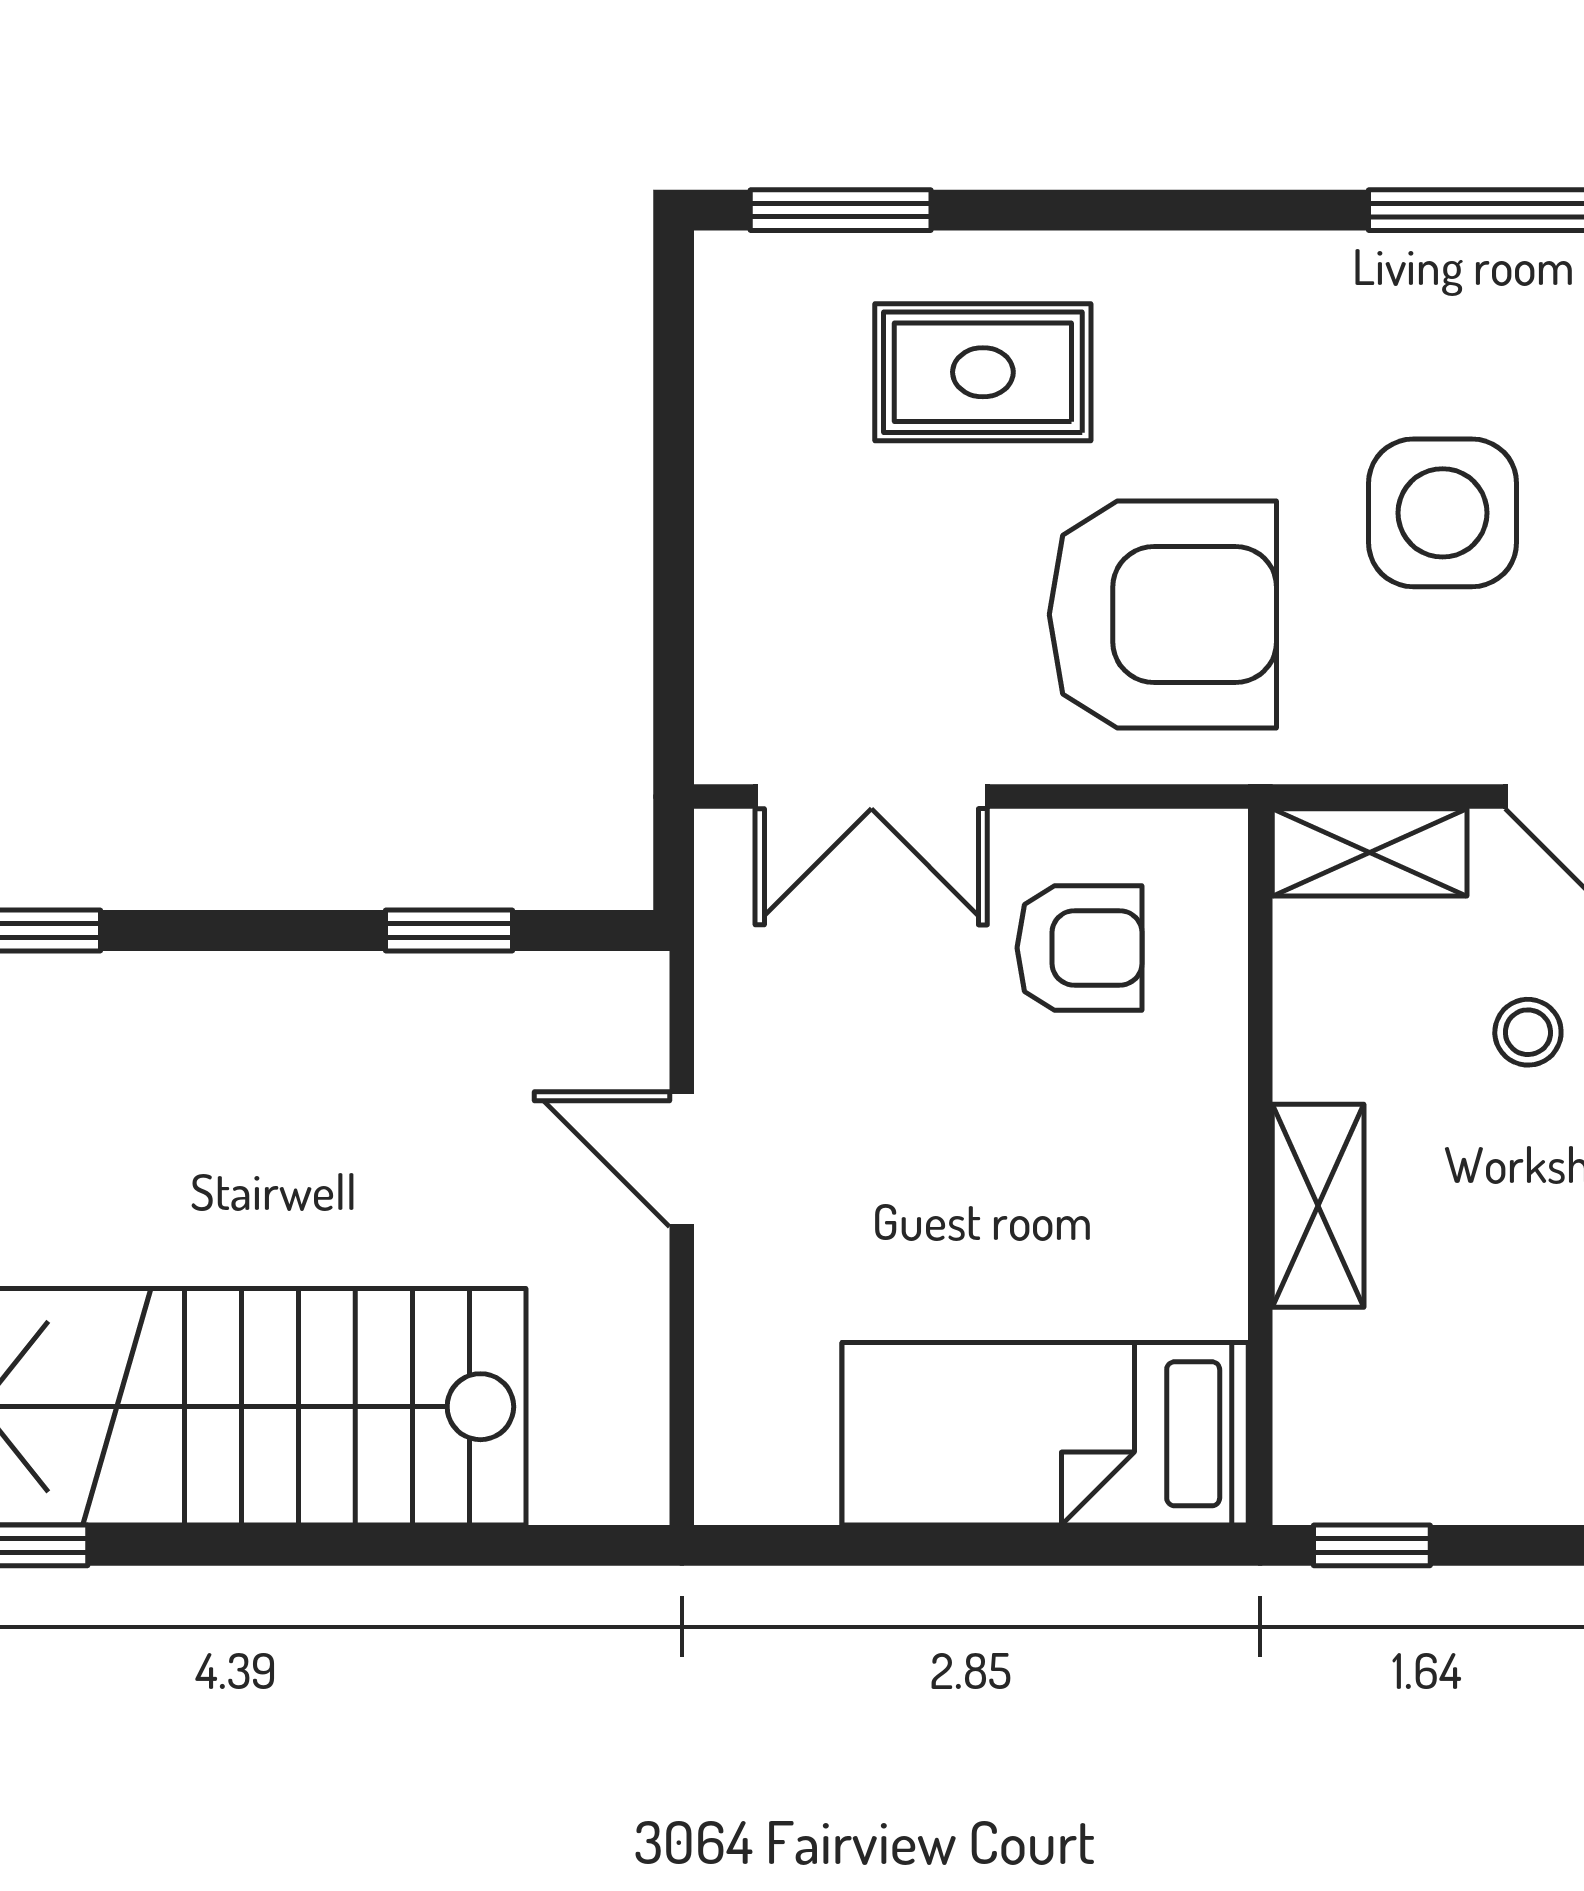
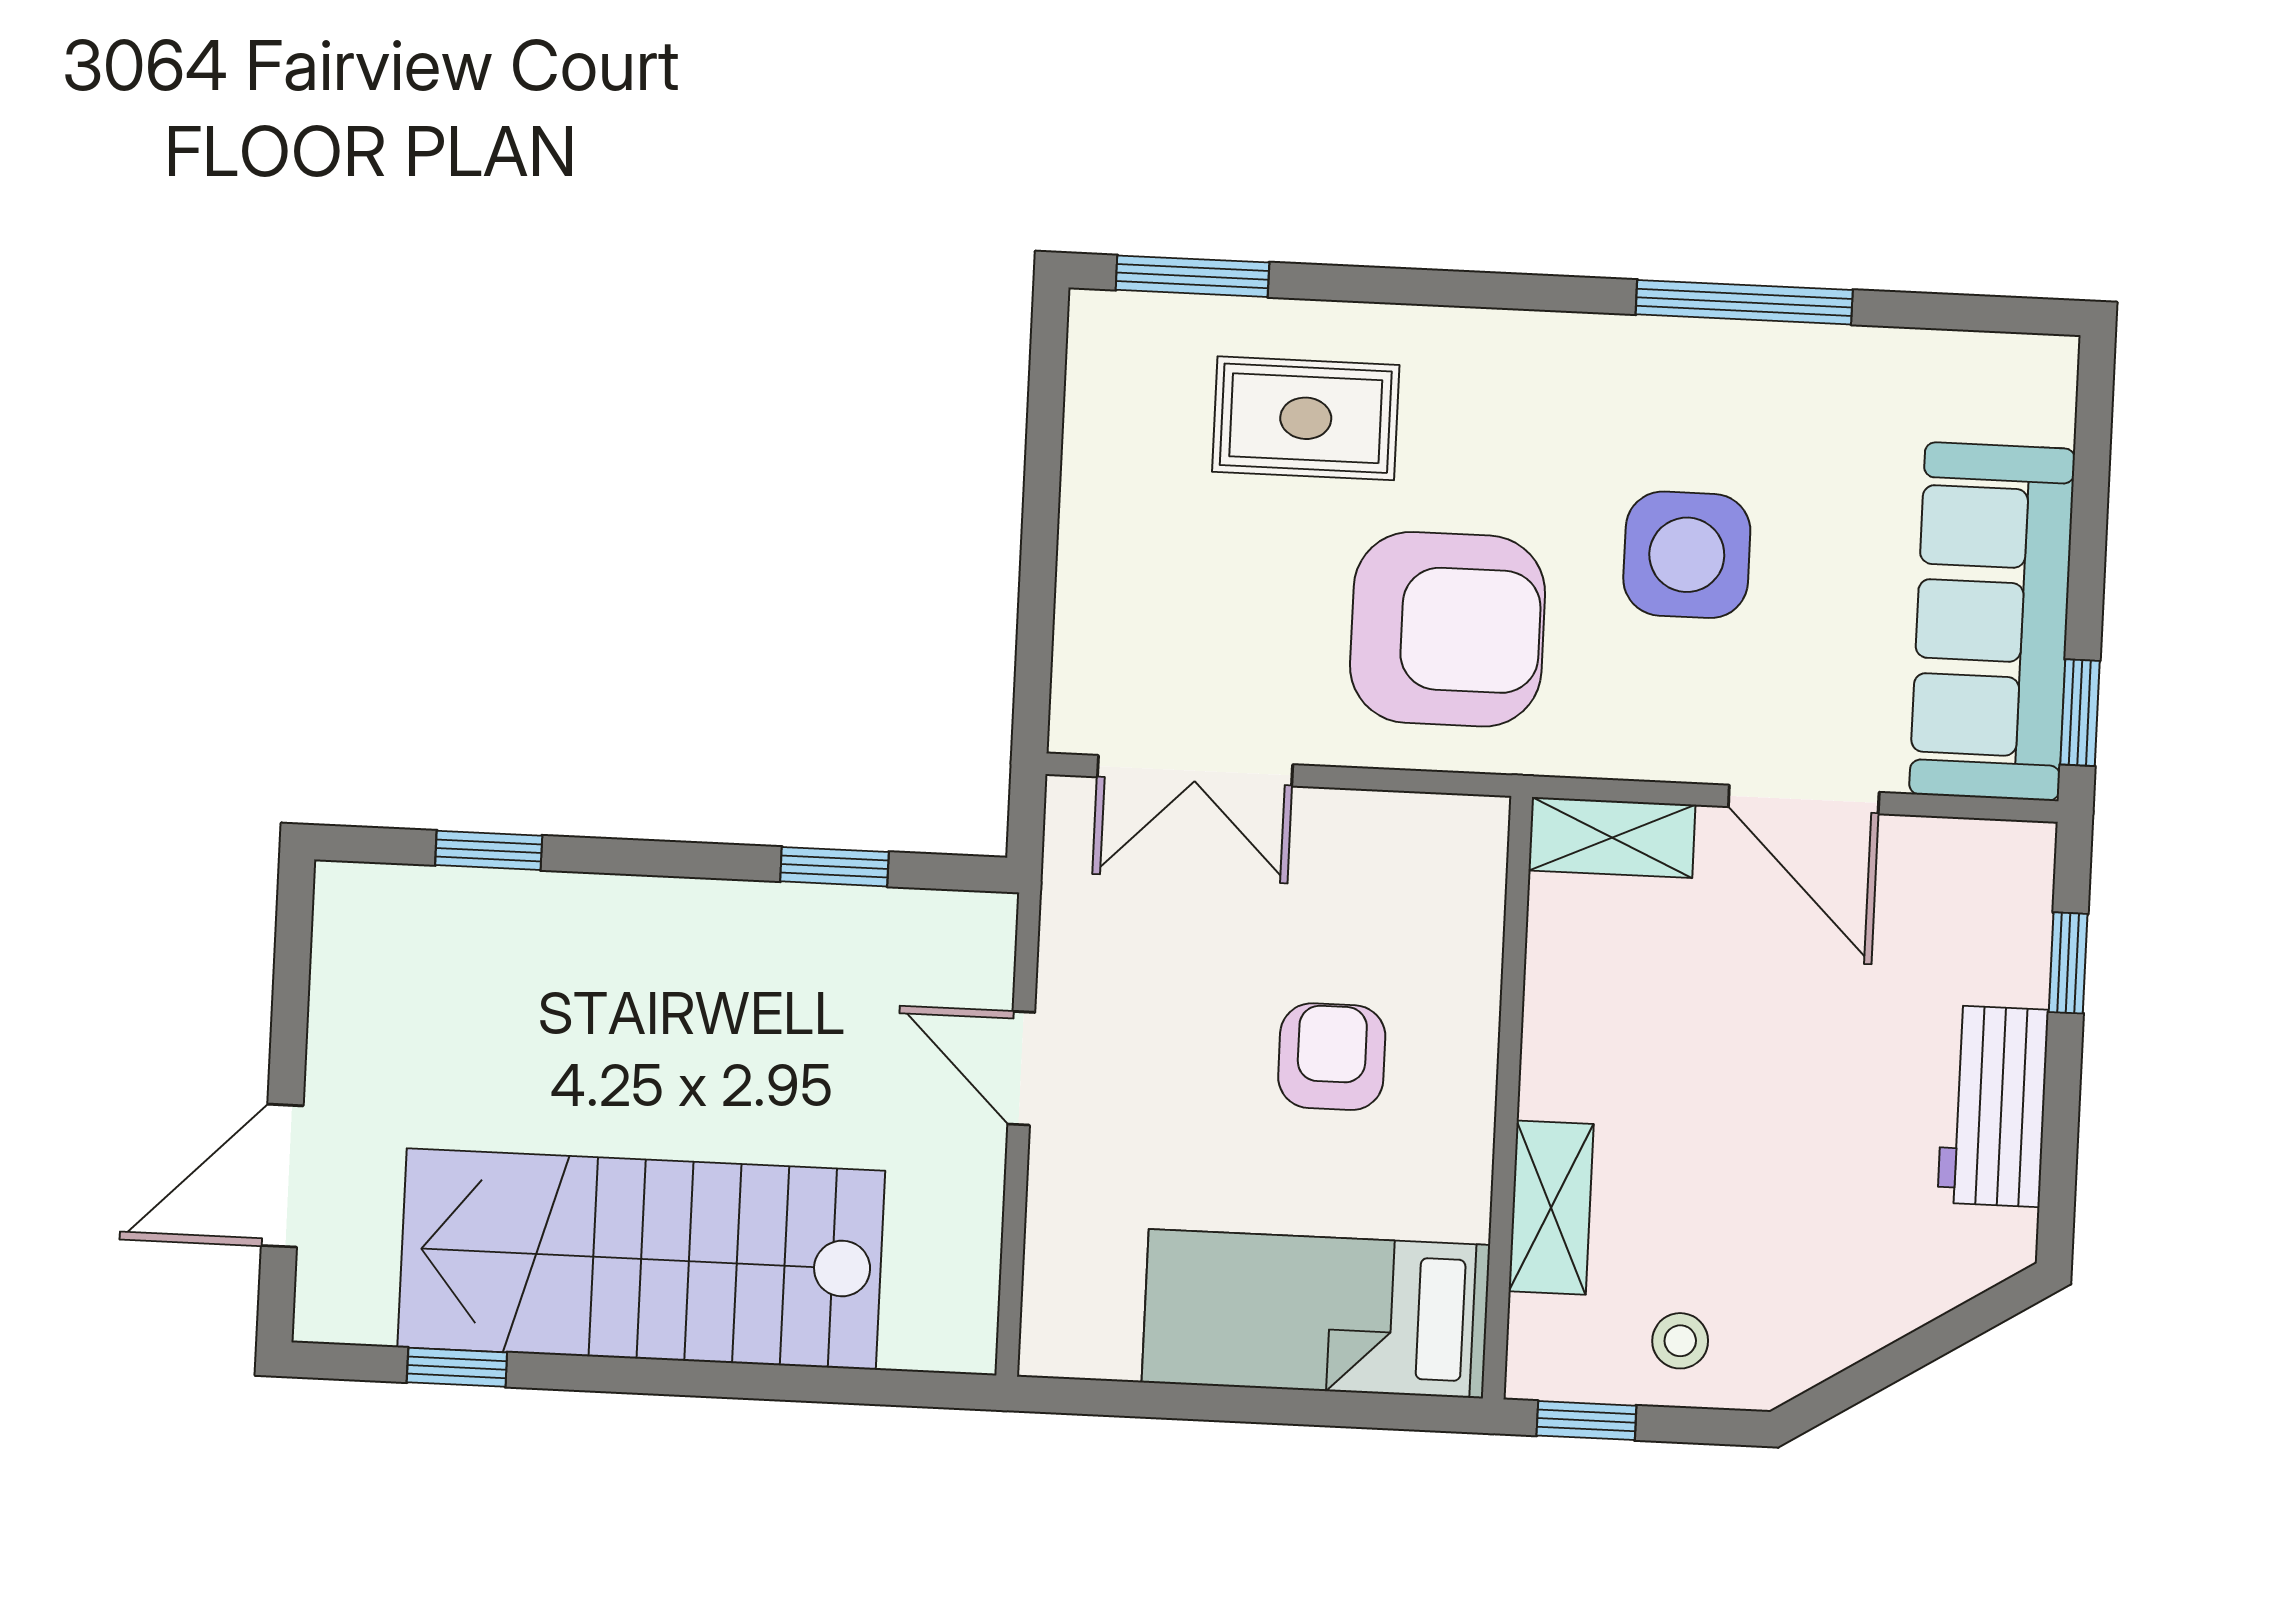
armchair: (1080, 948) -> (1332, 1057), moved, turned -90
stool: (1528, 1032) -> (1680, 1341), moved
shelving: (1318, 1206) -> (1551, 1208), moved

